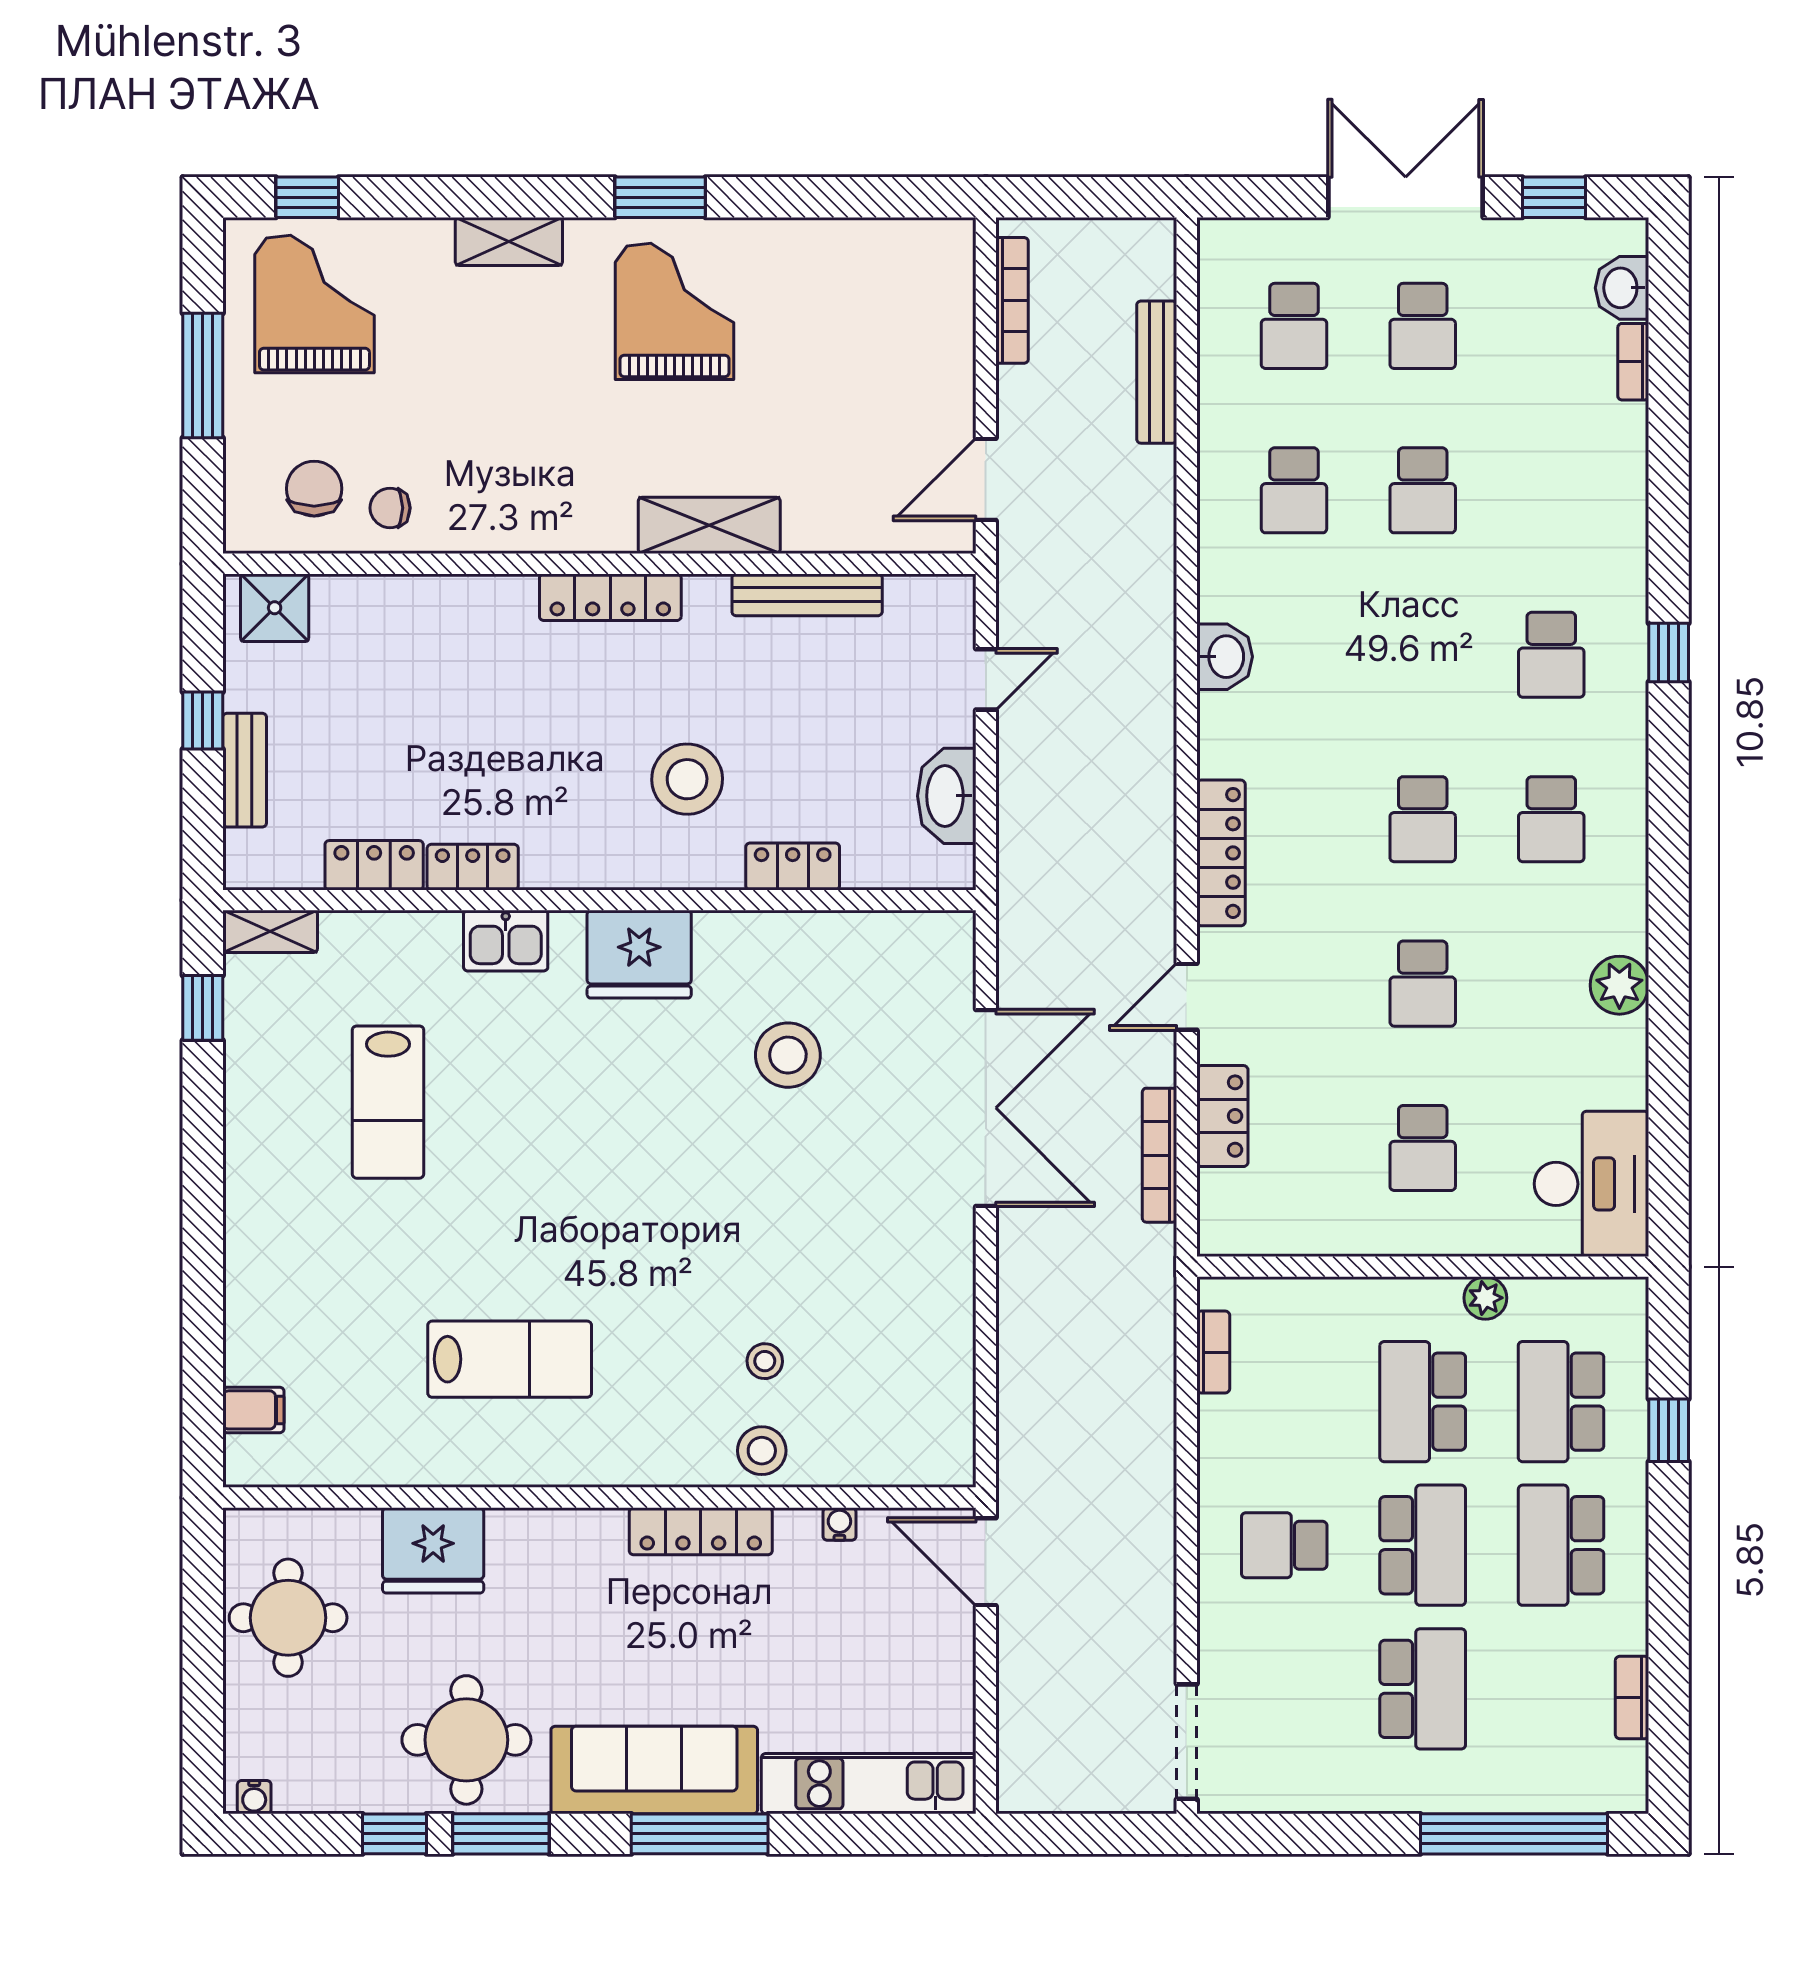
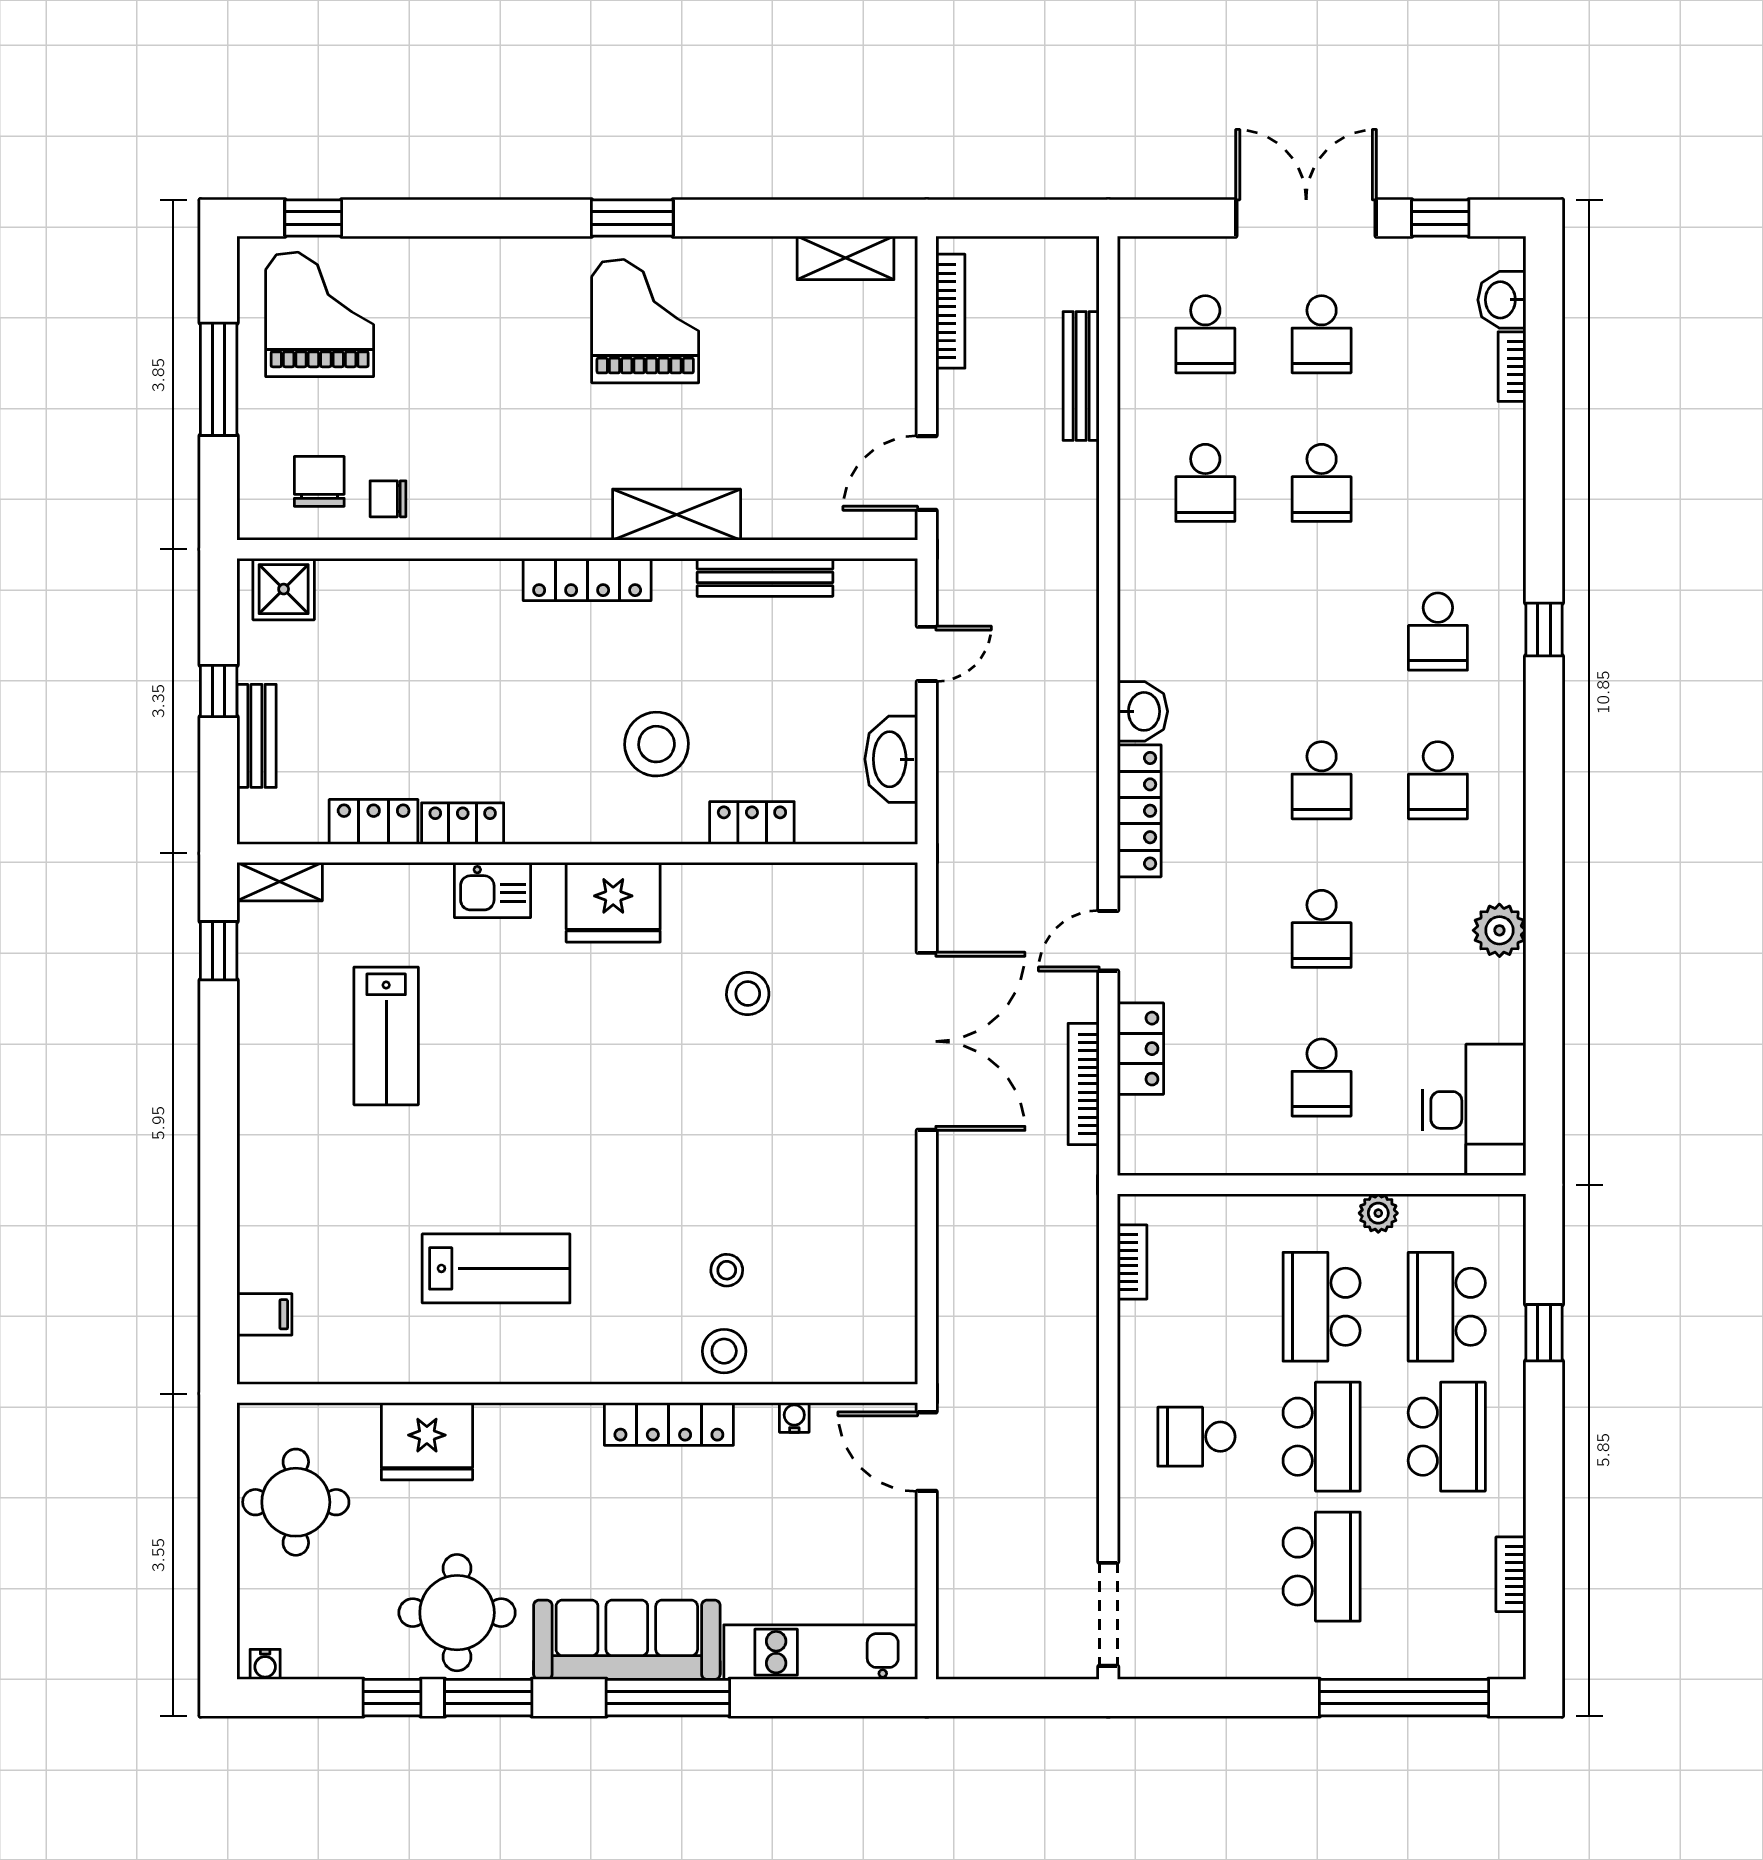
shelving: (509, 241) -> (846, 258), moved
washbasin: (1225, 657) -> (1142, 711), moved
stool: (788, 1055) -> (748, 993), width x0.73, depth x0.73
school desk: (1561, 1545) -> (1447, 1437), turned 180

